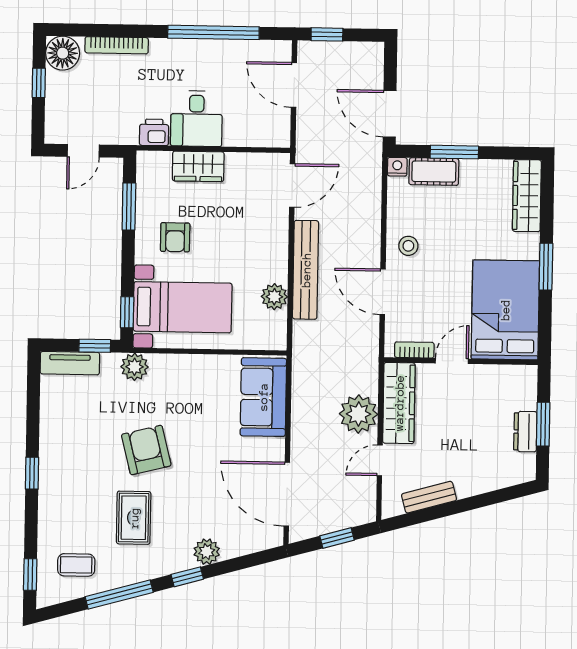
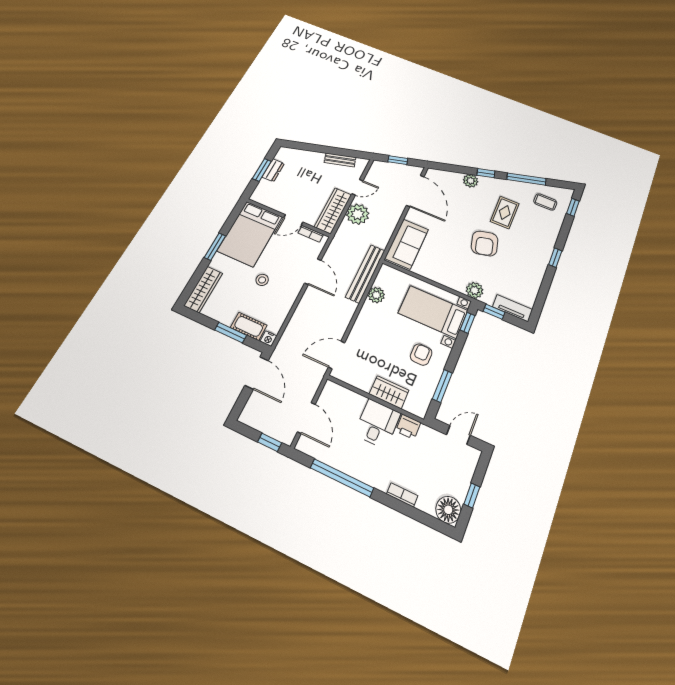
bookcase: (117, 45) -> (402, 495), width x0.64
stool: (408, 246) -> (262, 280), moved
bench: (306, 270) -> (365, 274), moved

